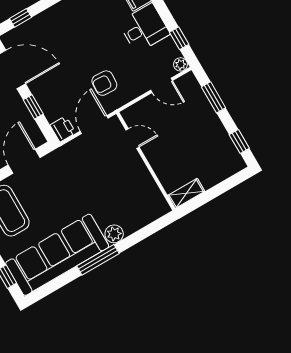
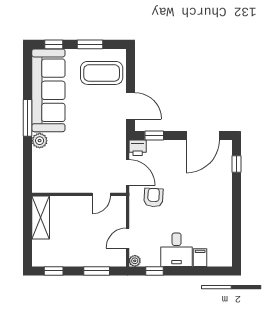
window: (33, 107) -> (154, 136), moved
shelving: (186, 193) -> (41, 218), width x1.50, depth x1.33

